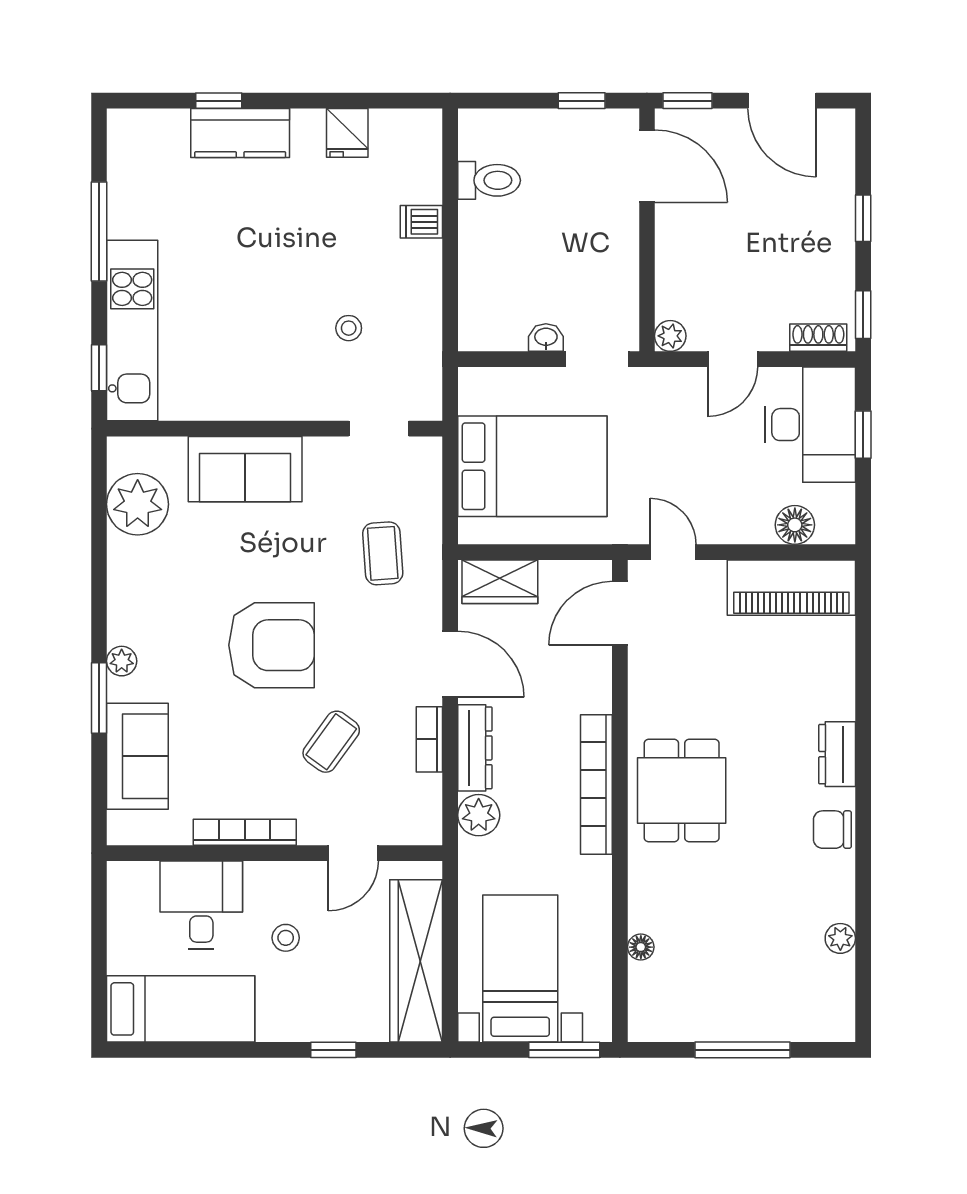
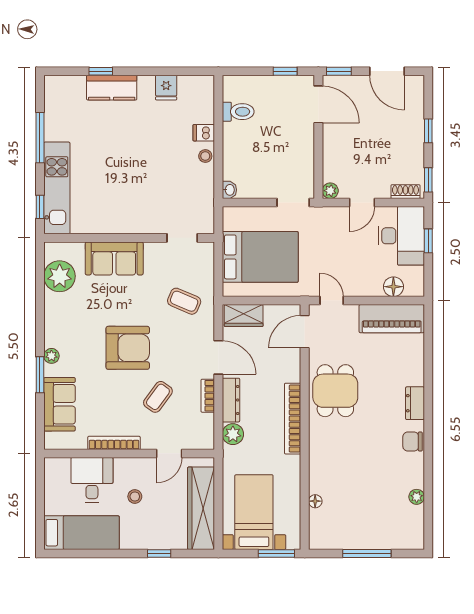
stool: (349, 328) -> (205, 156), moved
washbasin: (546, 338) -> (229, 190), moved, turned 90
coffee table: (383, 553) -> (184, 301), turned -63
dining table: (682, 791) -> (335, 391), moved

